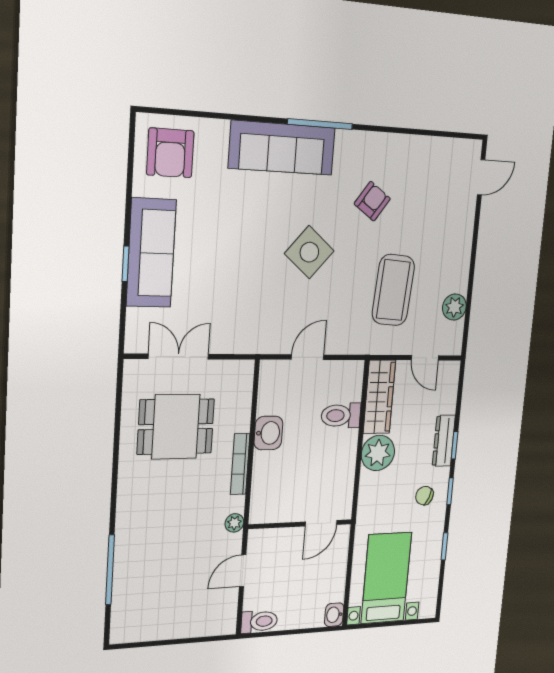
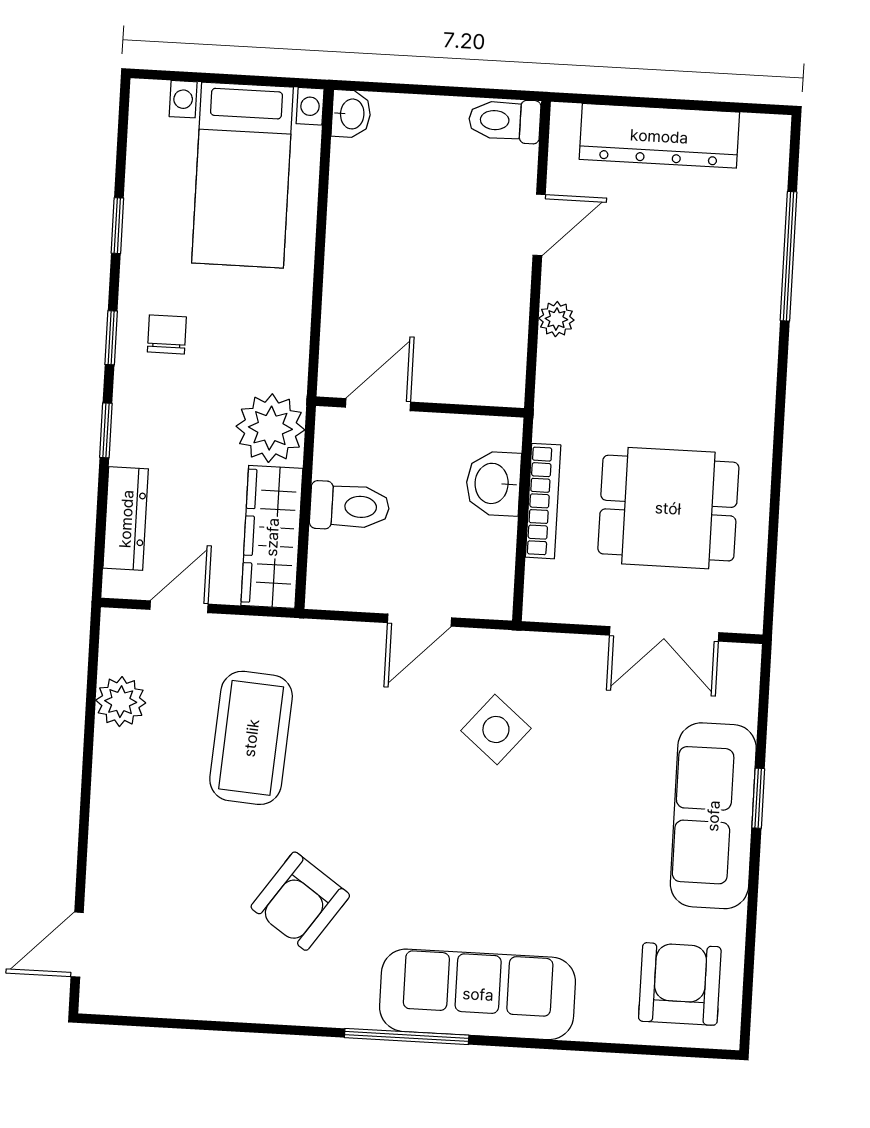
armchair: (372, 201) -> (300, 901), width x1.38, depth x1.38
side table: (309, 252) -> (496, 729), moved, width x0.73, depth x0.73
door: (425, 358) -> (179, 607), hinge flipped
dresser: (444, 441) -> (126, 519), moved
bookcase: (240, 464) -> (543, 501), moved
chair: (424, 496) -> (167, 334), turned -113
door: (321, 523) -> (378, 405), moved
wall: (300, 524) -> (420, 407), moved
dresser: (180, 624) -> (659, 136), added

